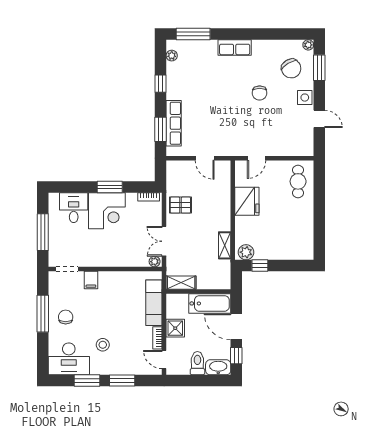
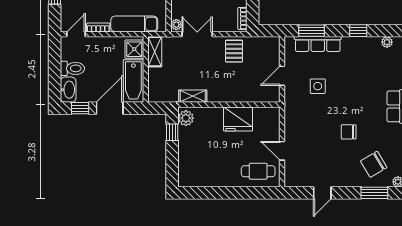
side table: (305, 98) -> (318, 86), moved
door: (257, 158) -> (282, 151), moved
shower: (175, 328) -> (134, 49), moved

